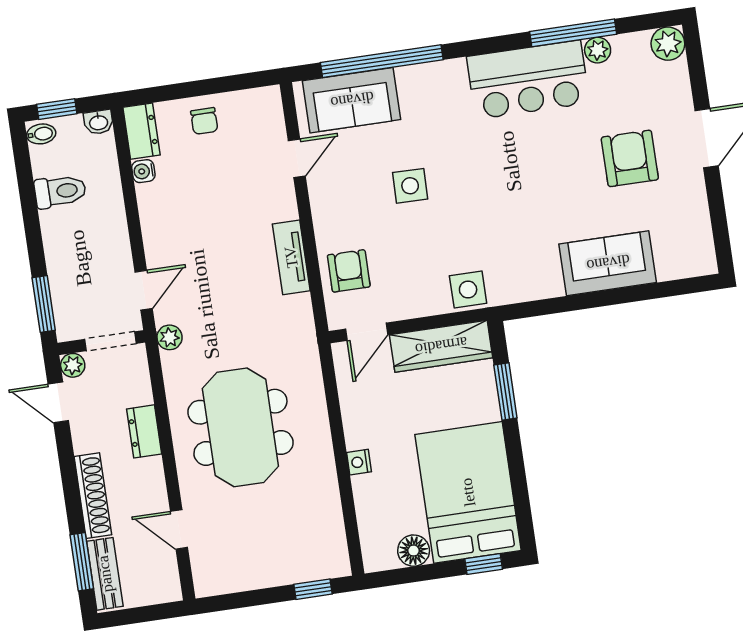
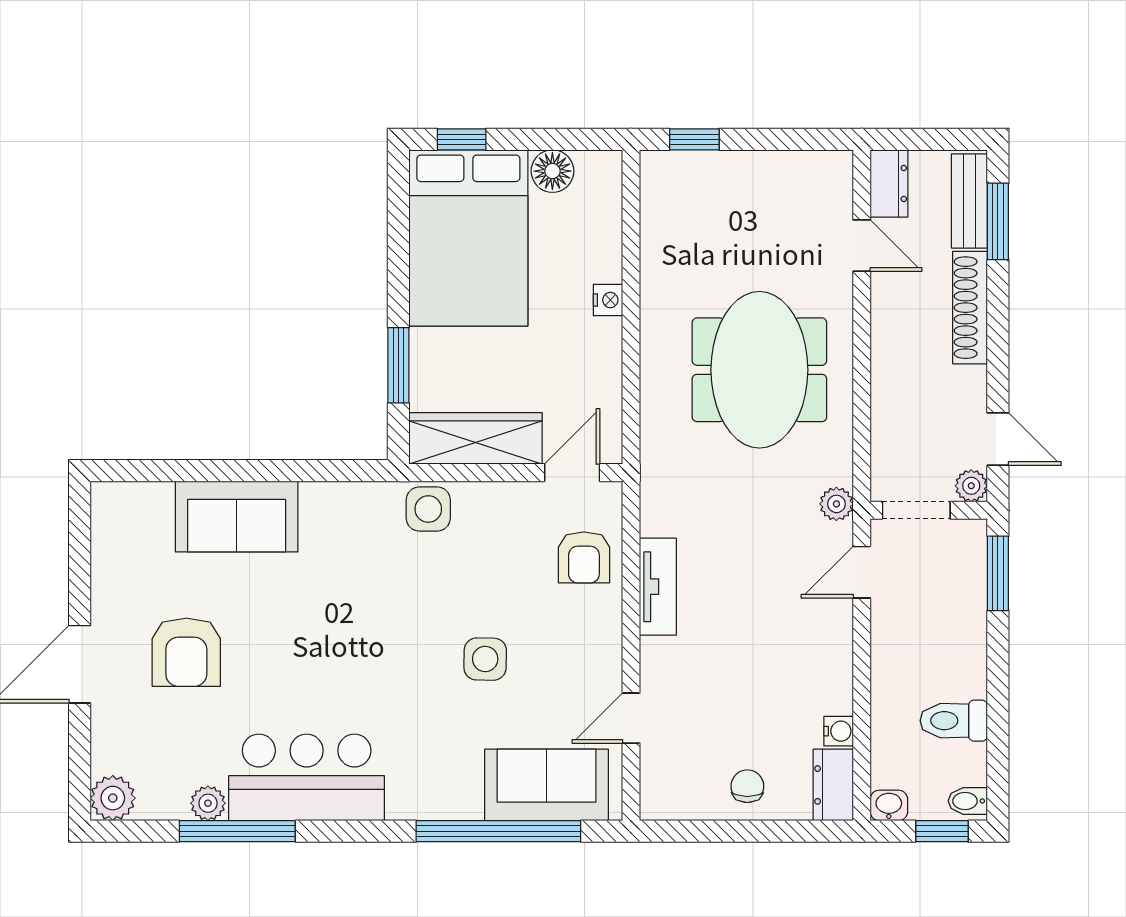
dresser: (144, 431) -> (889, 183), moved

